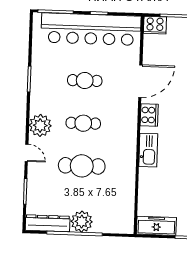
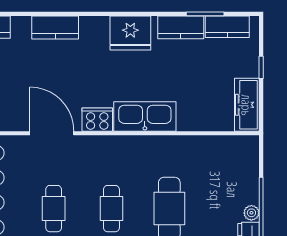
kitchen sink: (148, 150) -> (145, 116), width x1.36, depth x1.24
plant: (82, 222) -> (251, 213), width x0.53, depth x0.53

